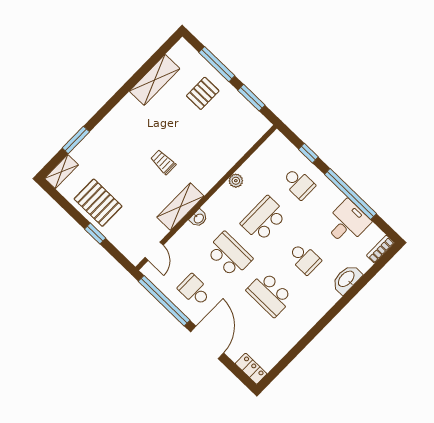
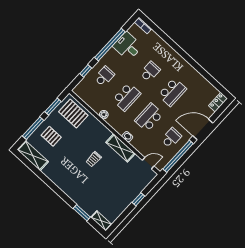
shelving: (155, 80) -> (33, 156), moved
pallet: (98, 203) -> (73, 114), moved, turned 90
school desk: (264, 219) -> (127, 97), turned -90
washbasin: (347, 279) -> (162, 45), removed
school desk: (194, 290) -> (171, 138), turned 180

